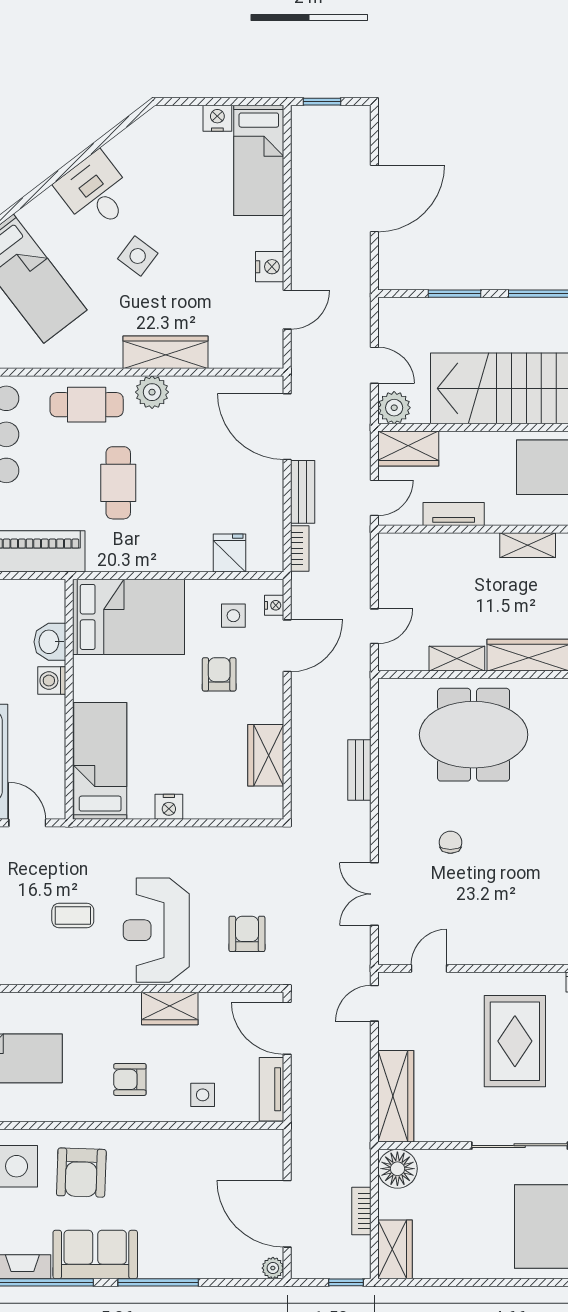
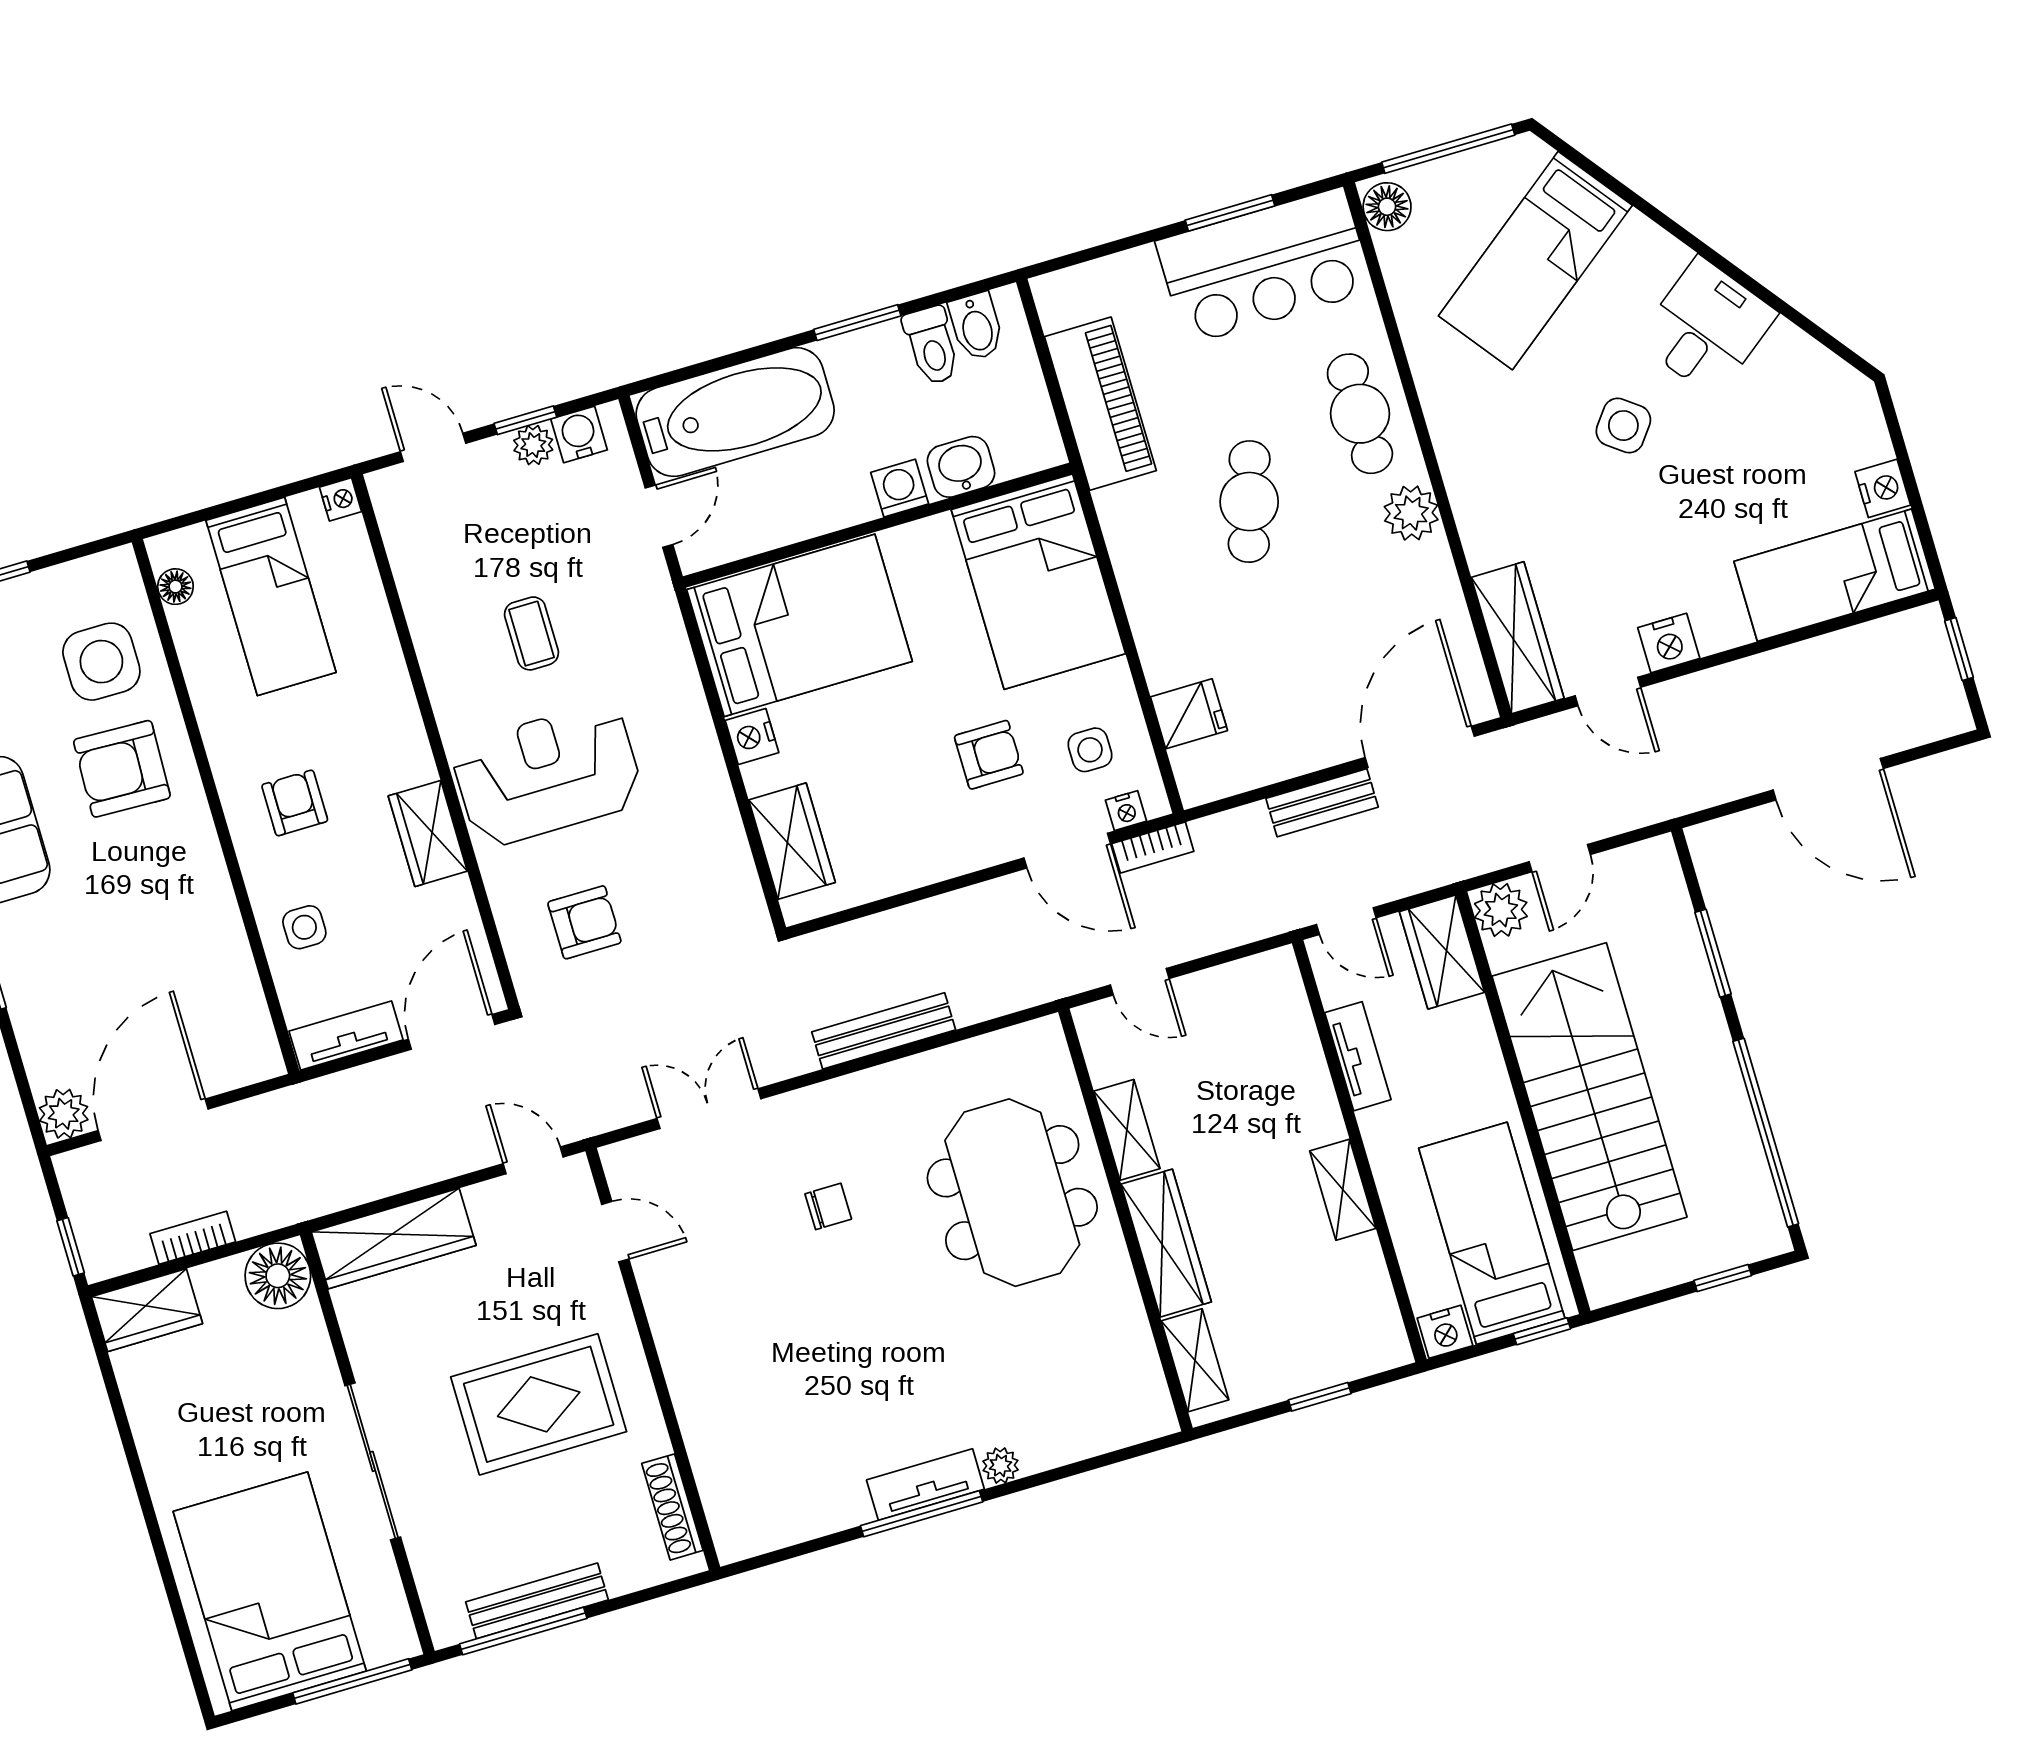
wardrobe: (166, 352) -> (1518, 638), moved
cafe table: (118, 483) -> (1249, 502), turned -73
bookcase: (300, 548) -> (1153, 848), moved
wardrobe: (266, 755) -> (792, 841), moved, turned 90
bed: (100, 761) -> (800, 625), width x1.50
bench: (359, 770) -> (884, 1031), width x1.36
plant: (273, 1268) -> (64, 1114), width x1.38, depth x1.38

